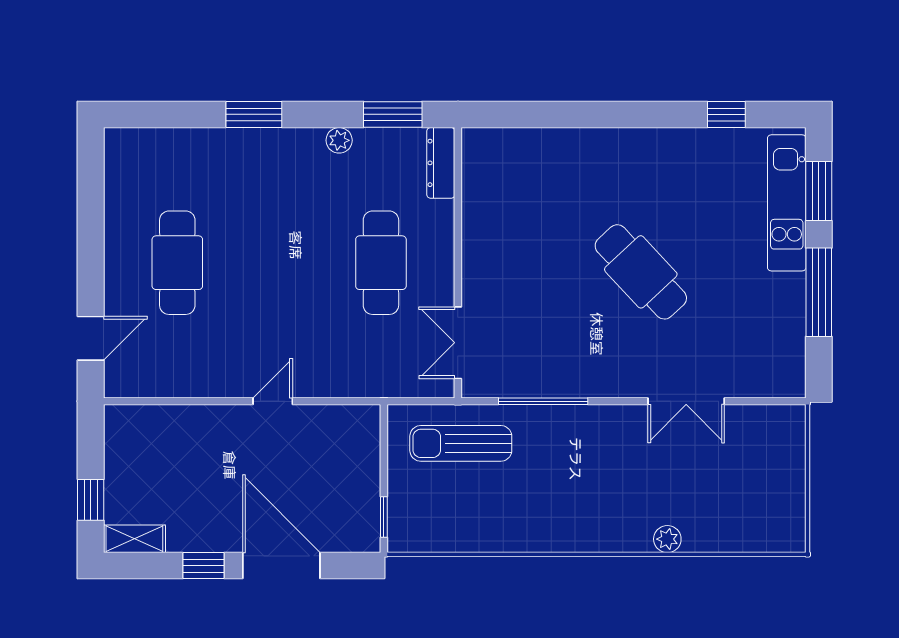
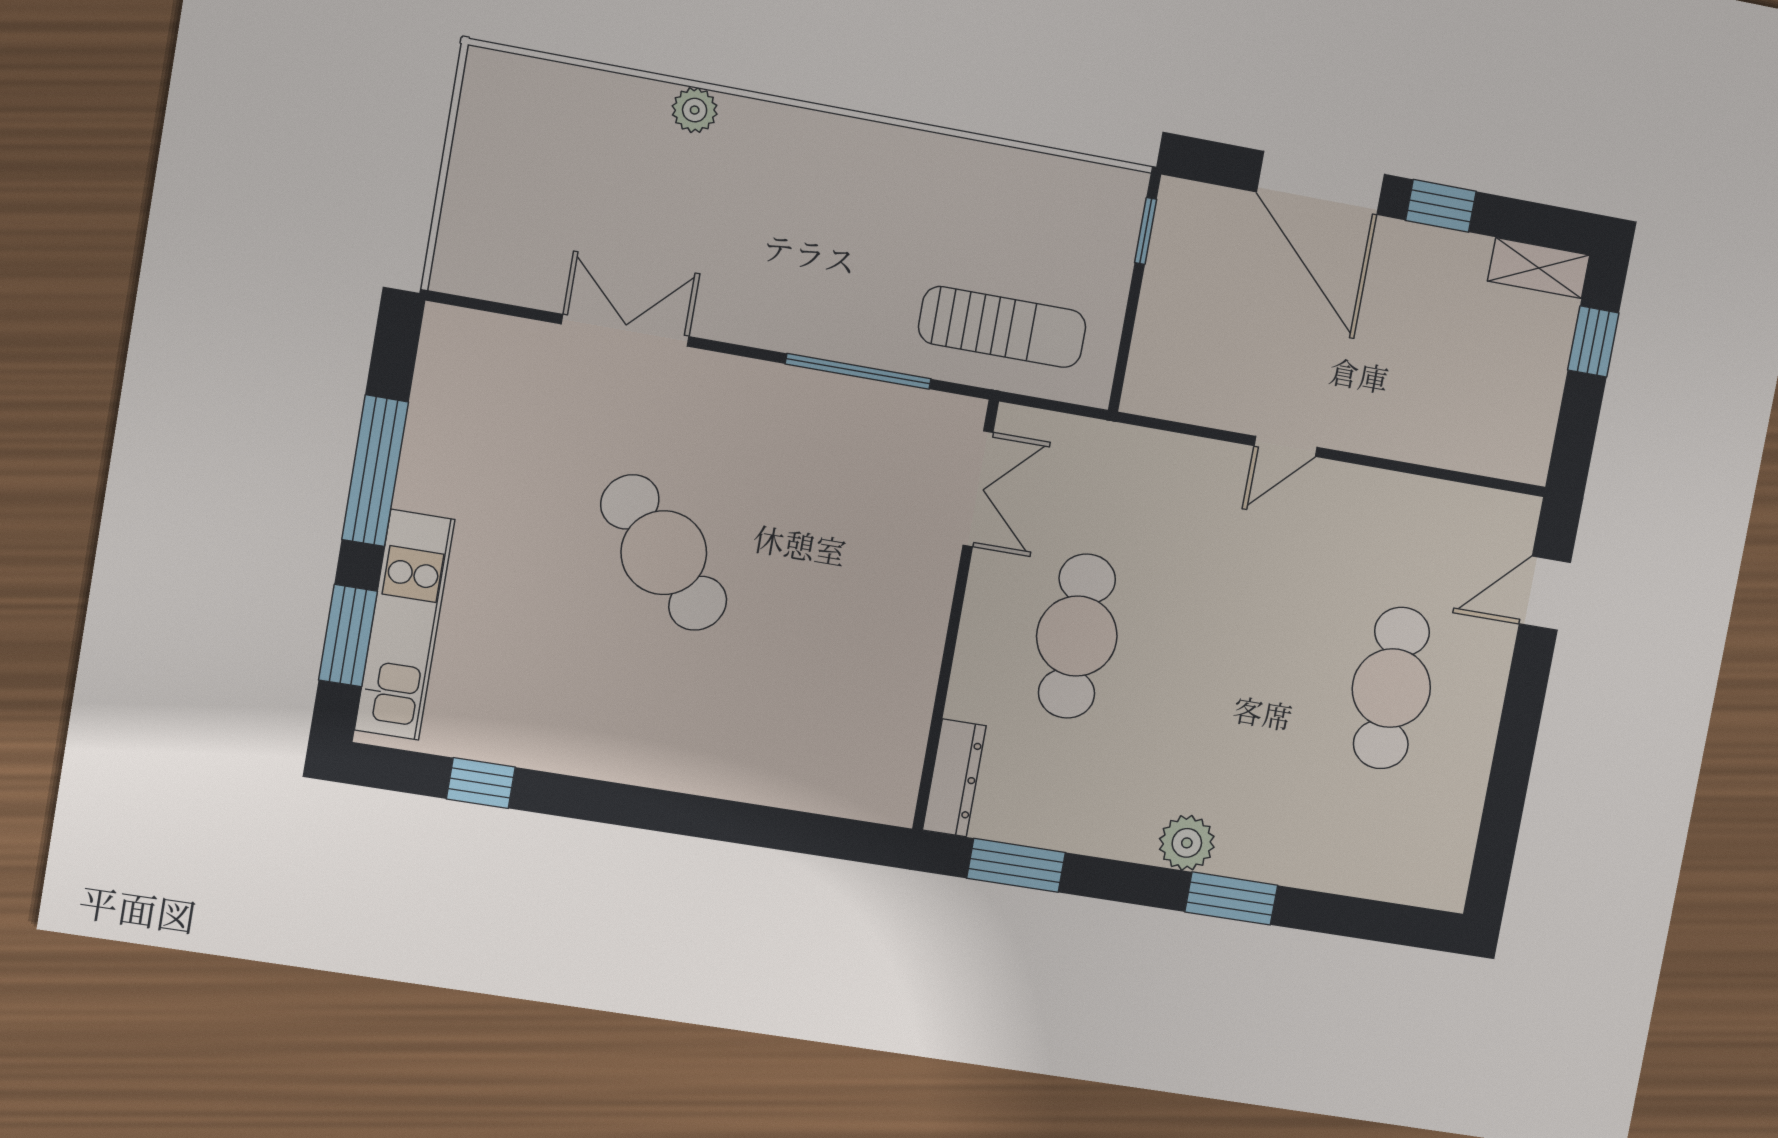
plant: (339, 140) -> (1187, 843), moved, width x1.38, depth x1.38

